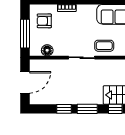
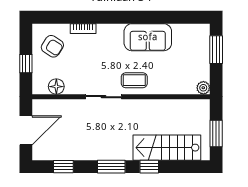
armchair: (44, 21) -> (52, 46), turned -147
window: (25, 34) -> (26, 64), width x0.46
window: (64, 109) -> (63, 167), moved

